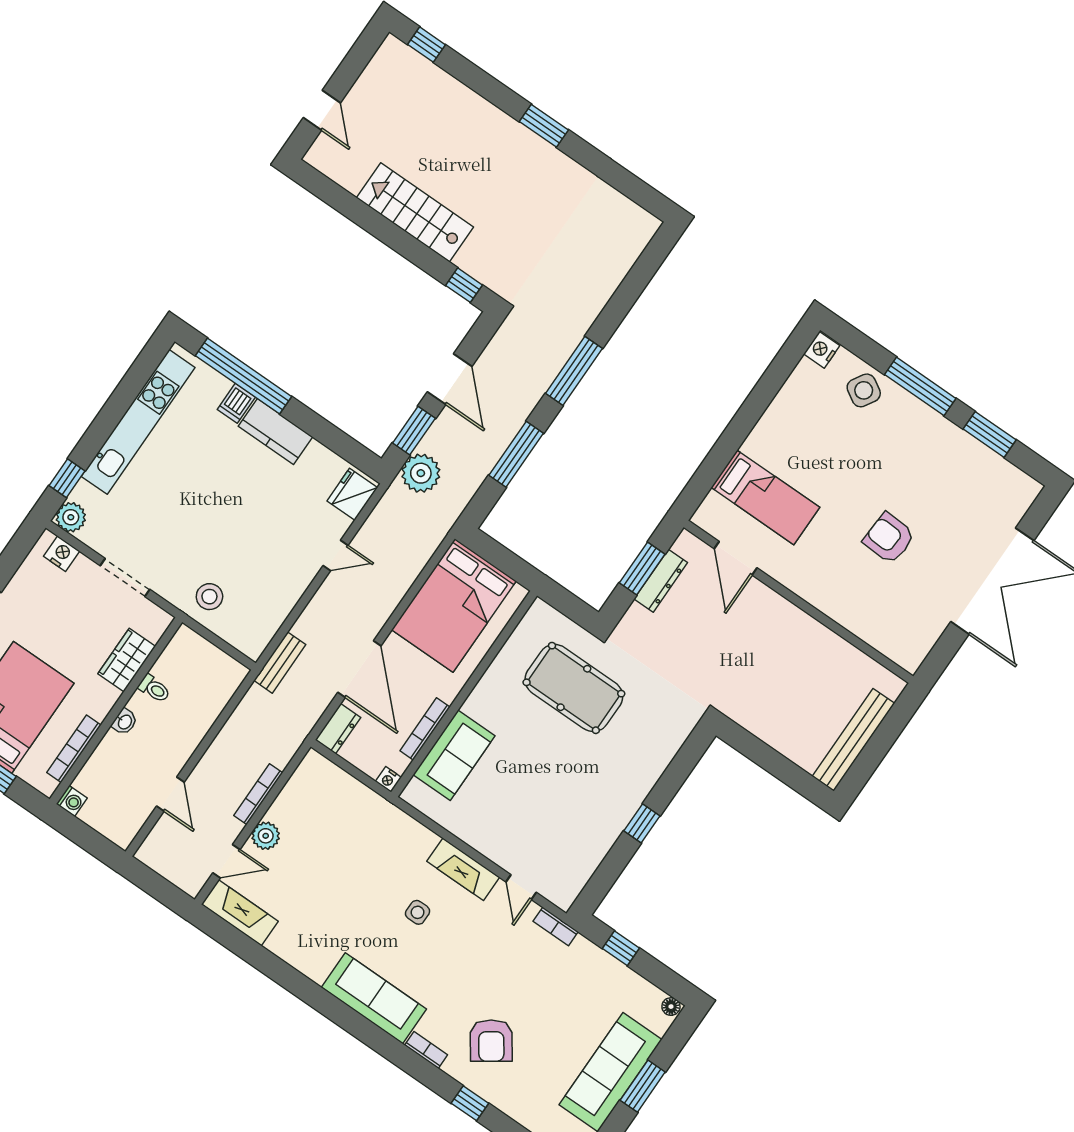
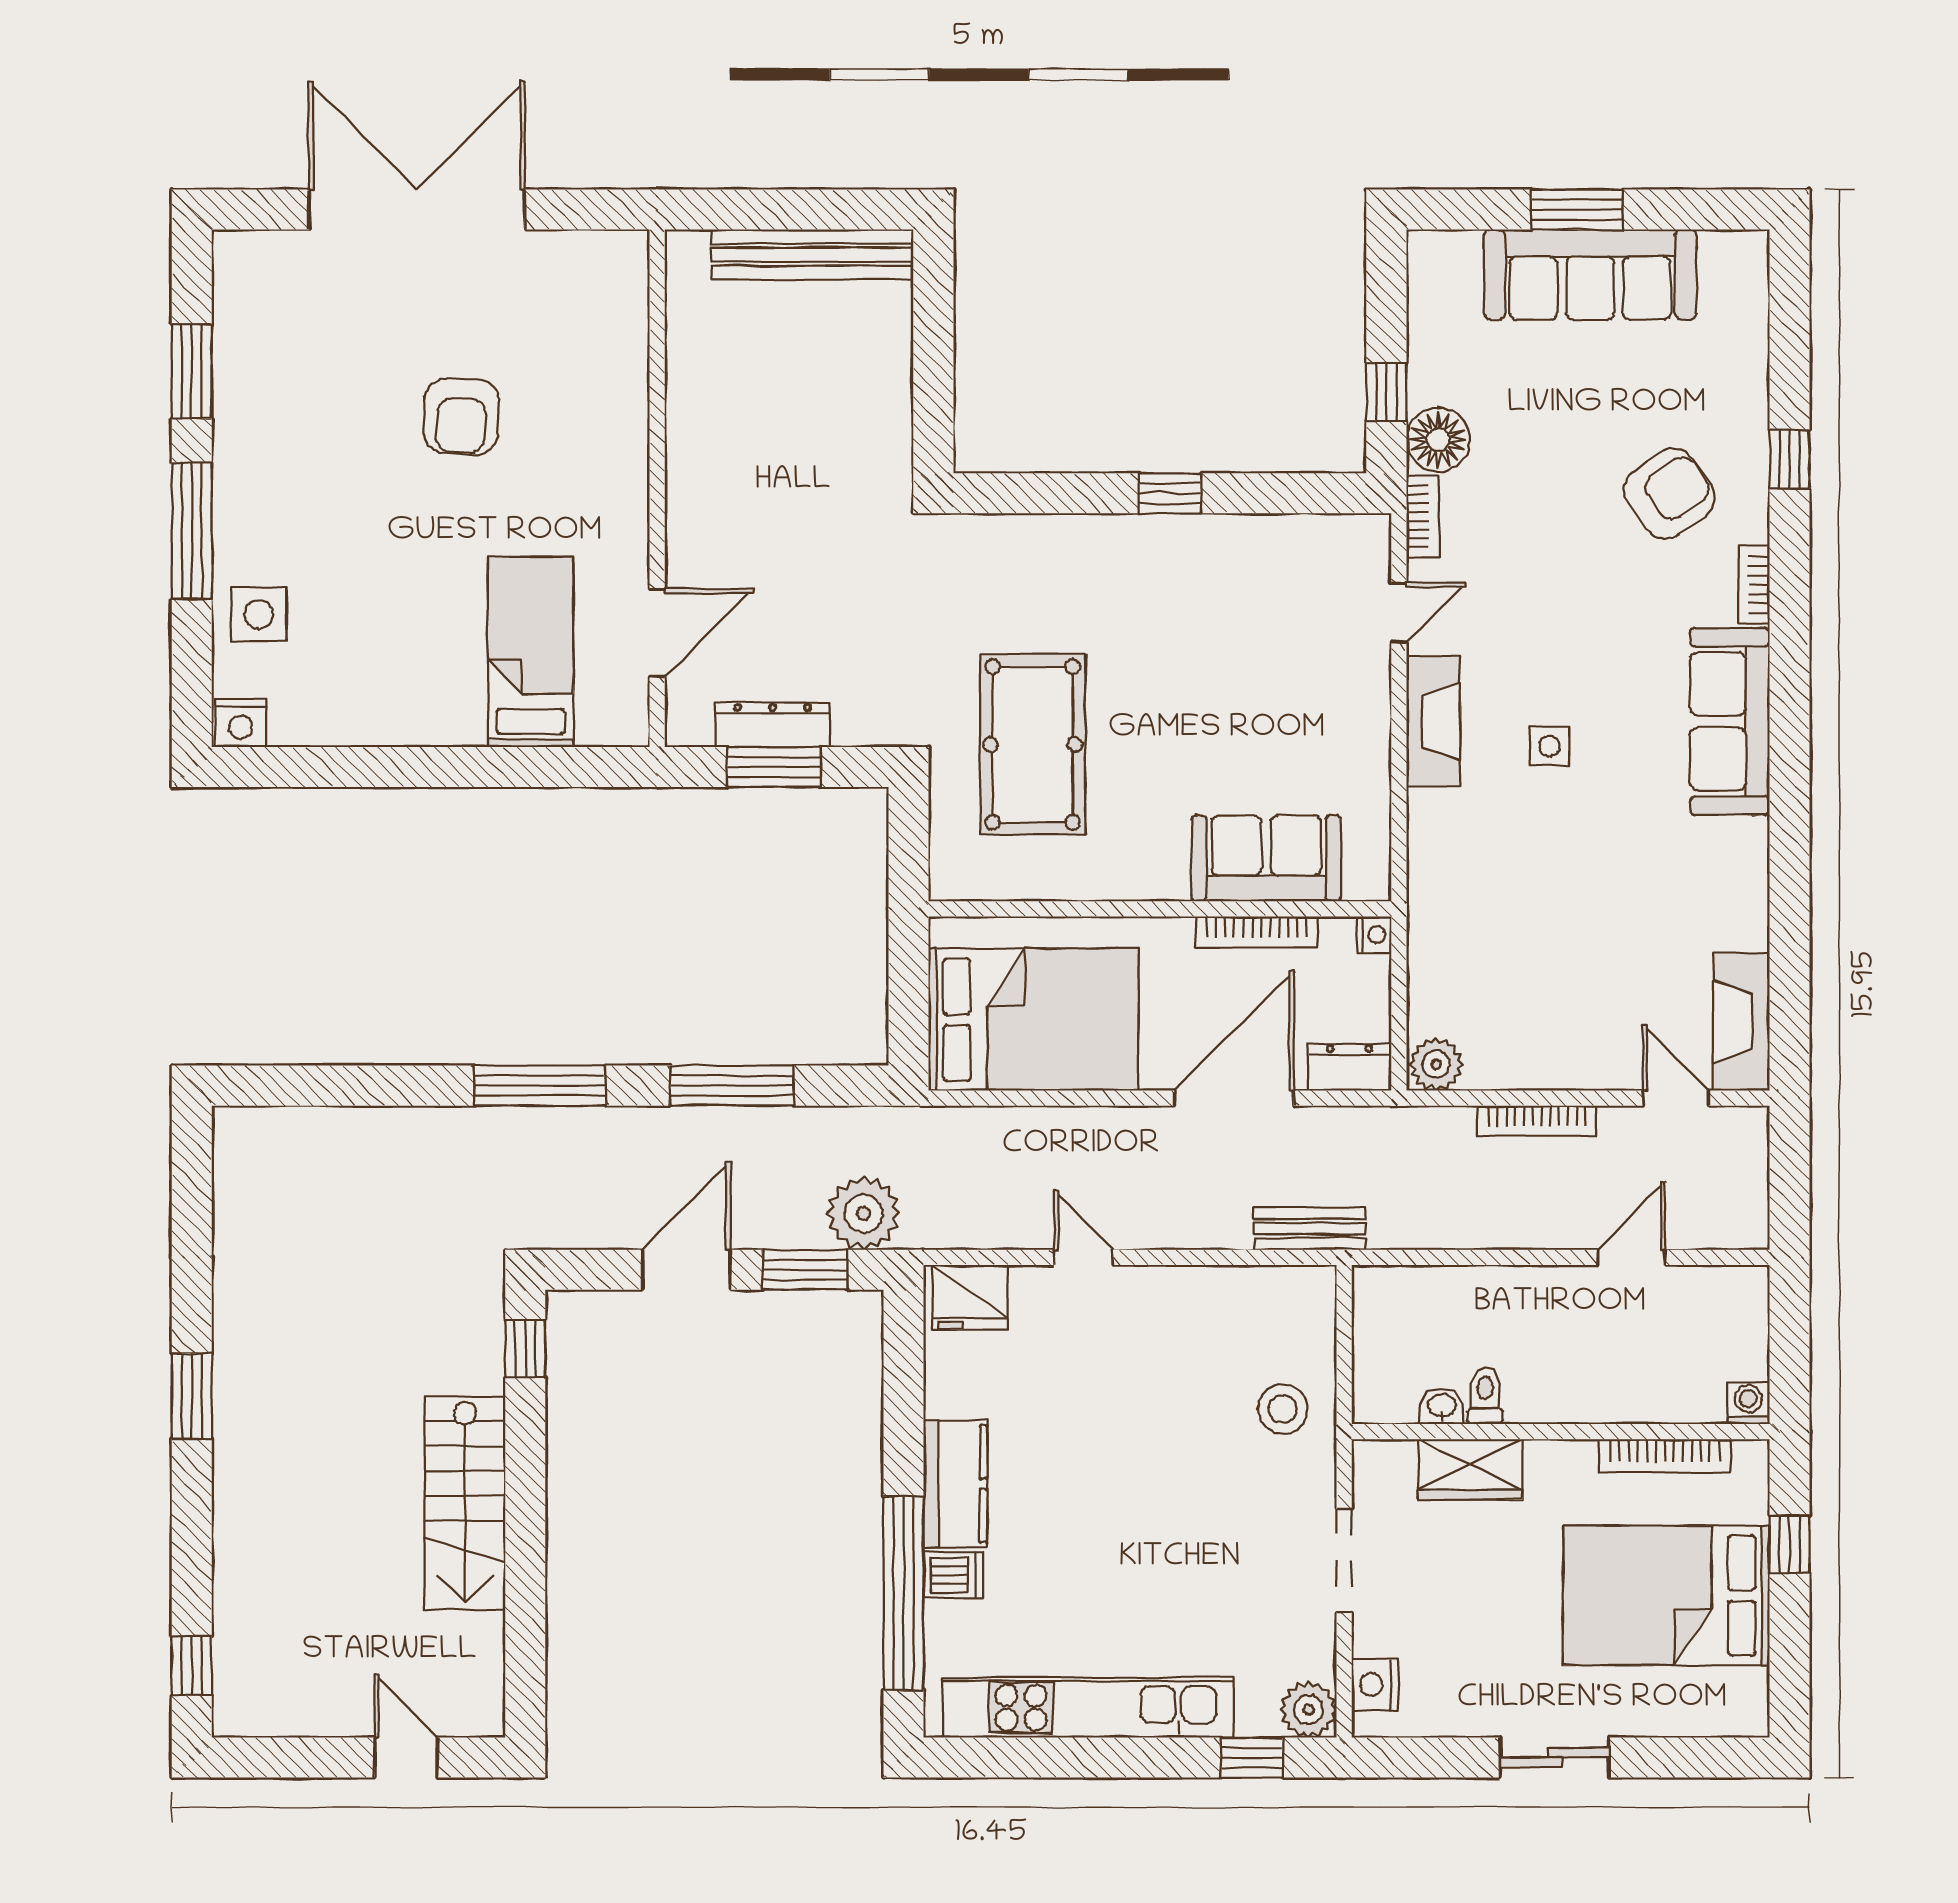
door: (322, 110) -> (406, 1758), hinge flipped
side table: (864, 390) -> (259, 614), turned -31
washbasin: (125, 722) -> (1442, 1406), moved
plant: (266, 836) -> (1436, 1064), moved
floor lamp: (671, 1007) -> (1438, 440), moved, width x1.89, depth x1.89

